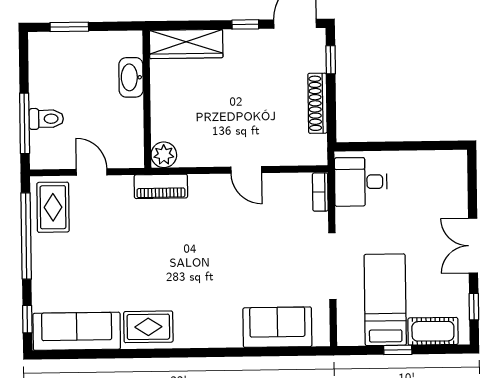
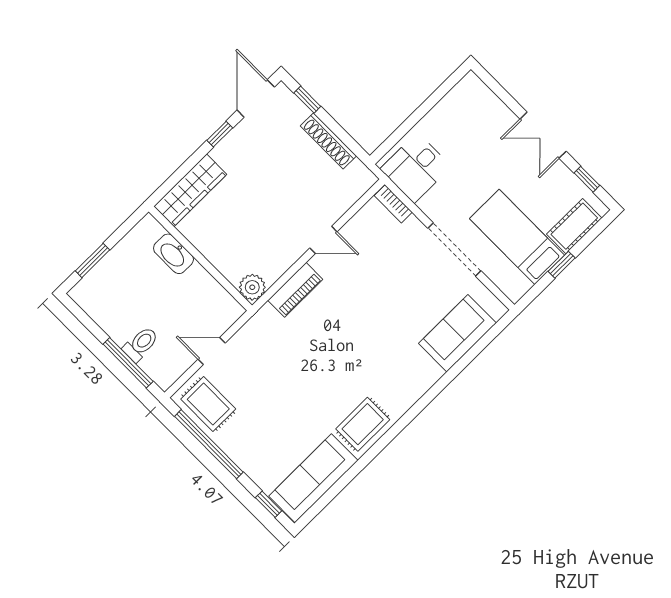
piano: (161, 186) -> (295, 290), moved

